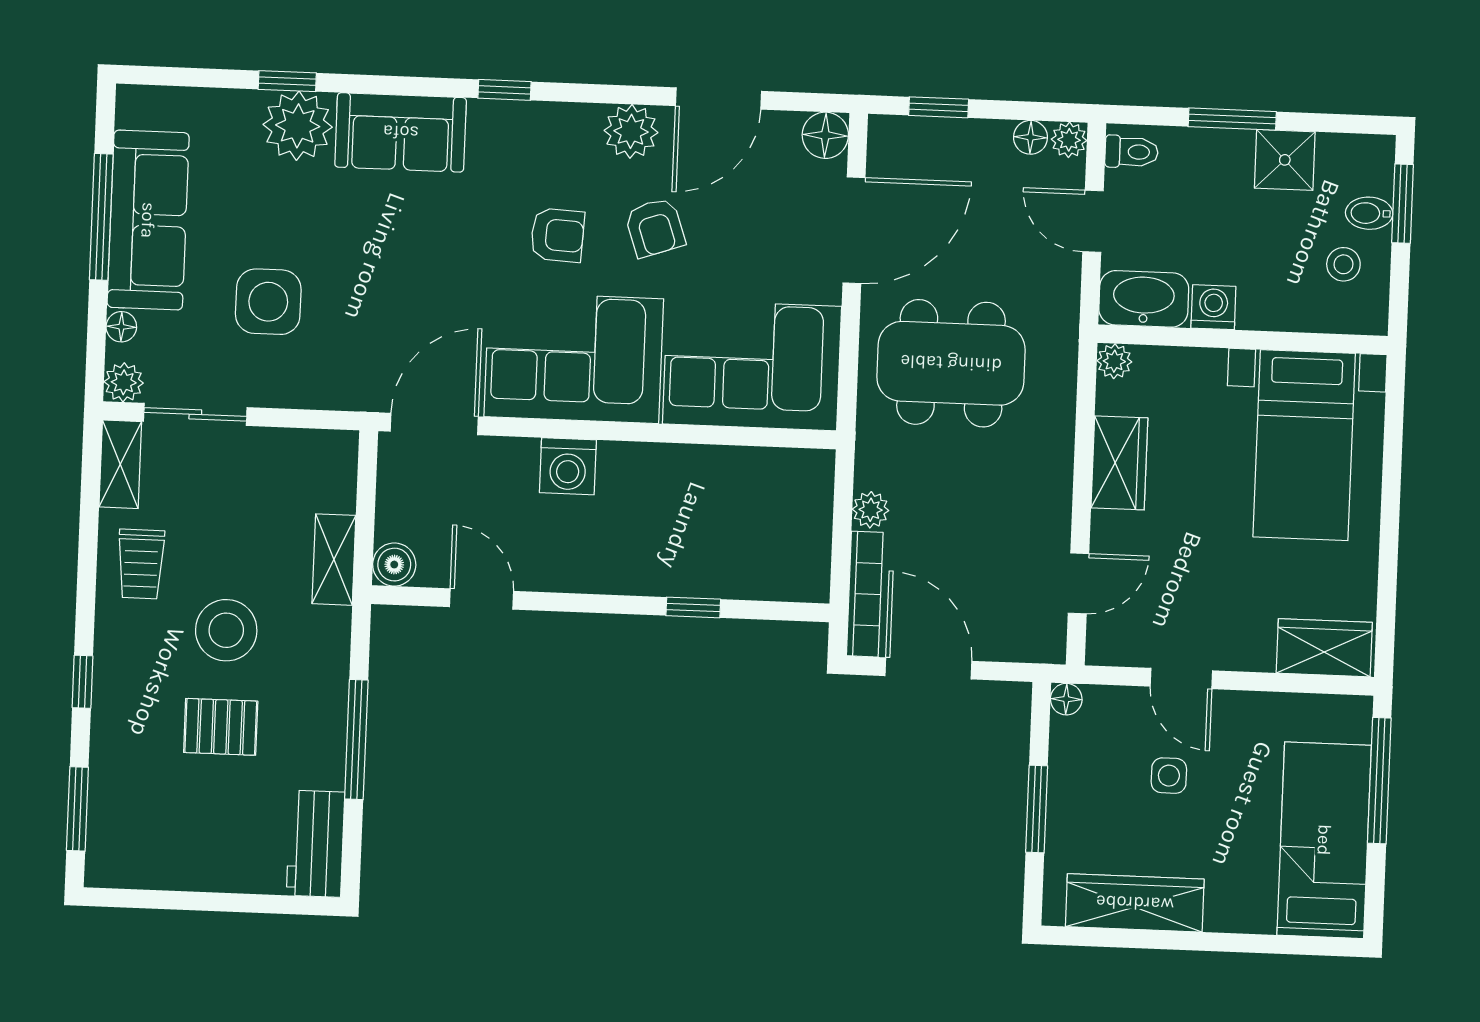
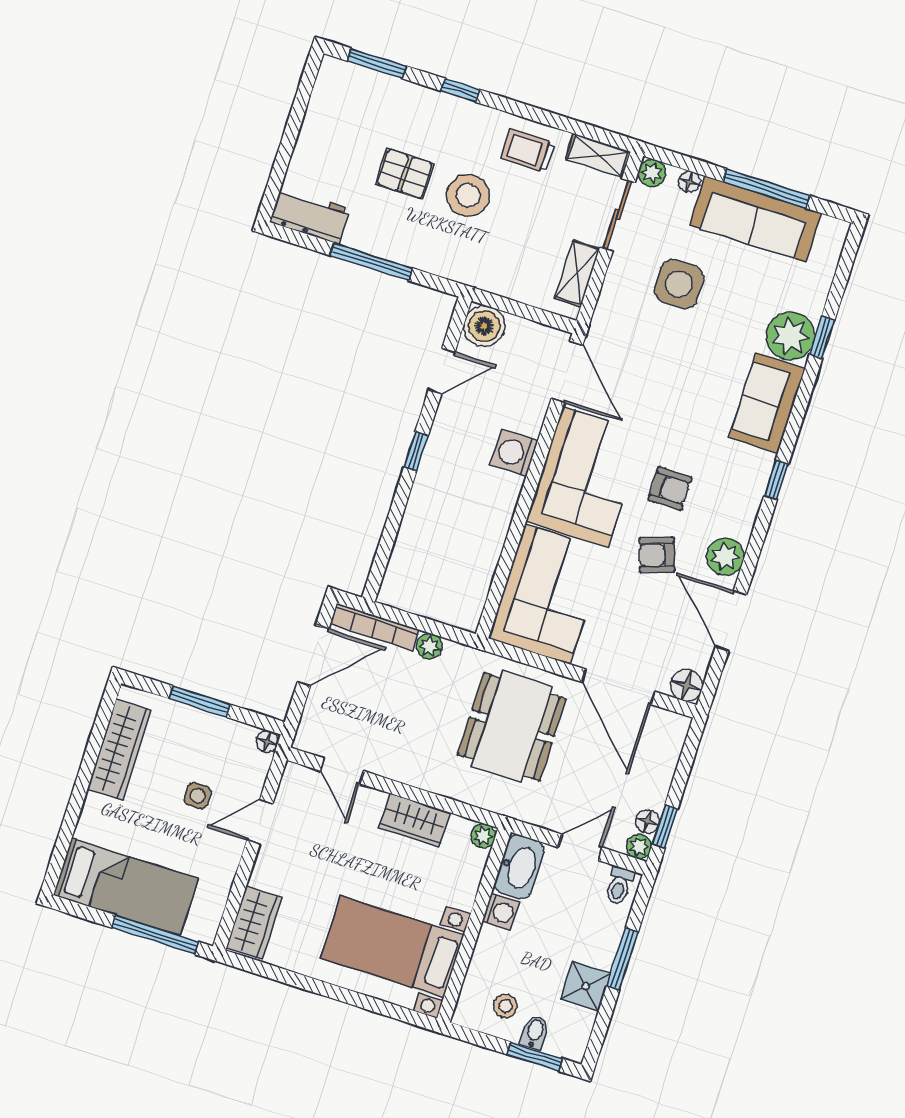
window: (939, 107) -> (665, 826), moved
armchair: (557, 235) -> (670, 489), turned -93
shelving: (334, 560) -> (577, 273), moved, turned 90
boiler: (394, 565) -> (484, 326), width x1.36, depth x1.36
window: (693, 607) -> (416, 451), moved
pallet: (221, 727) -> (405, 174), turned 90

